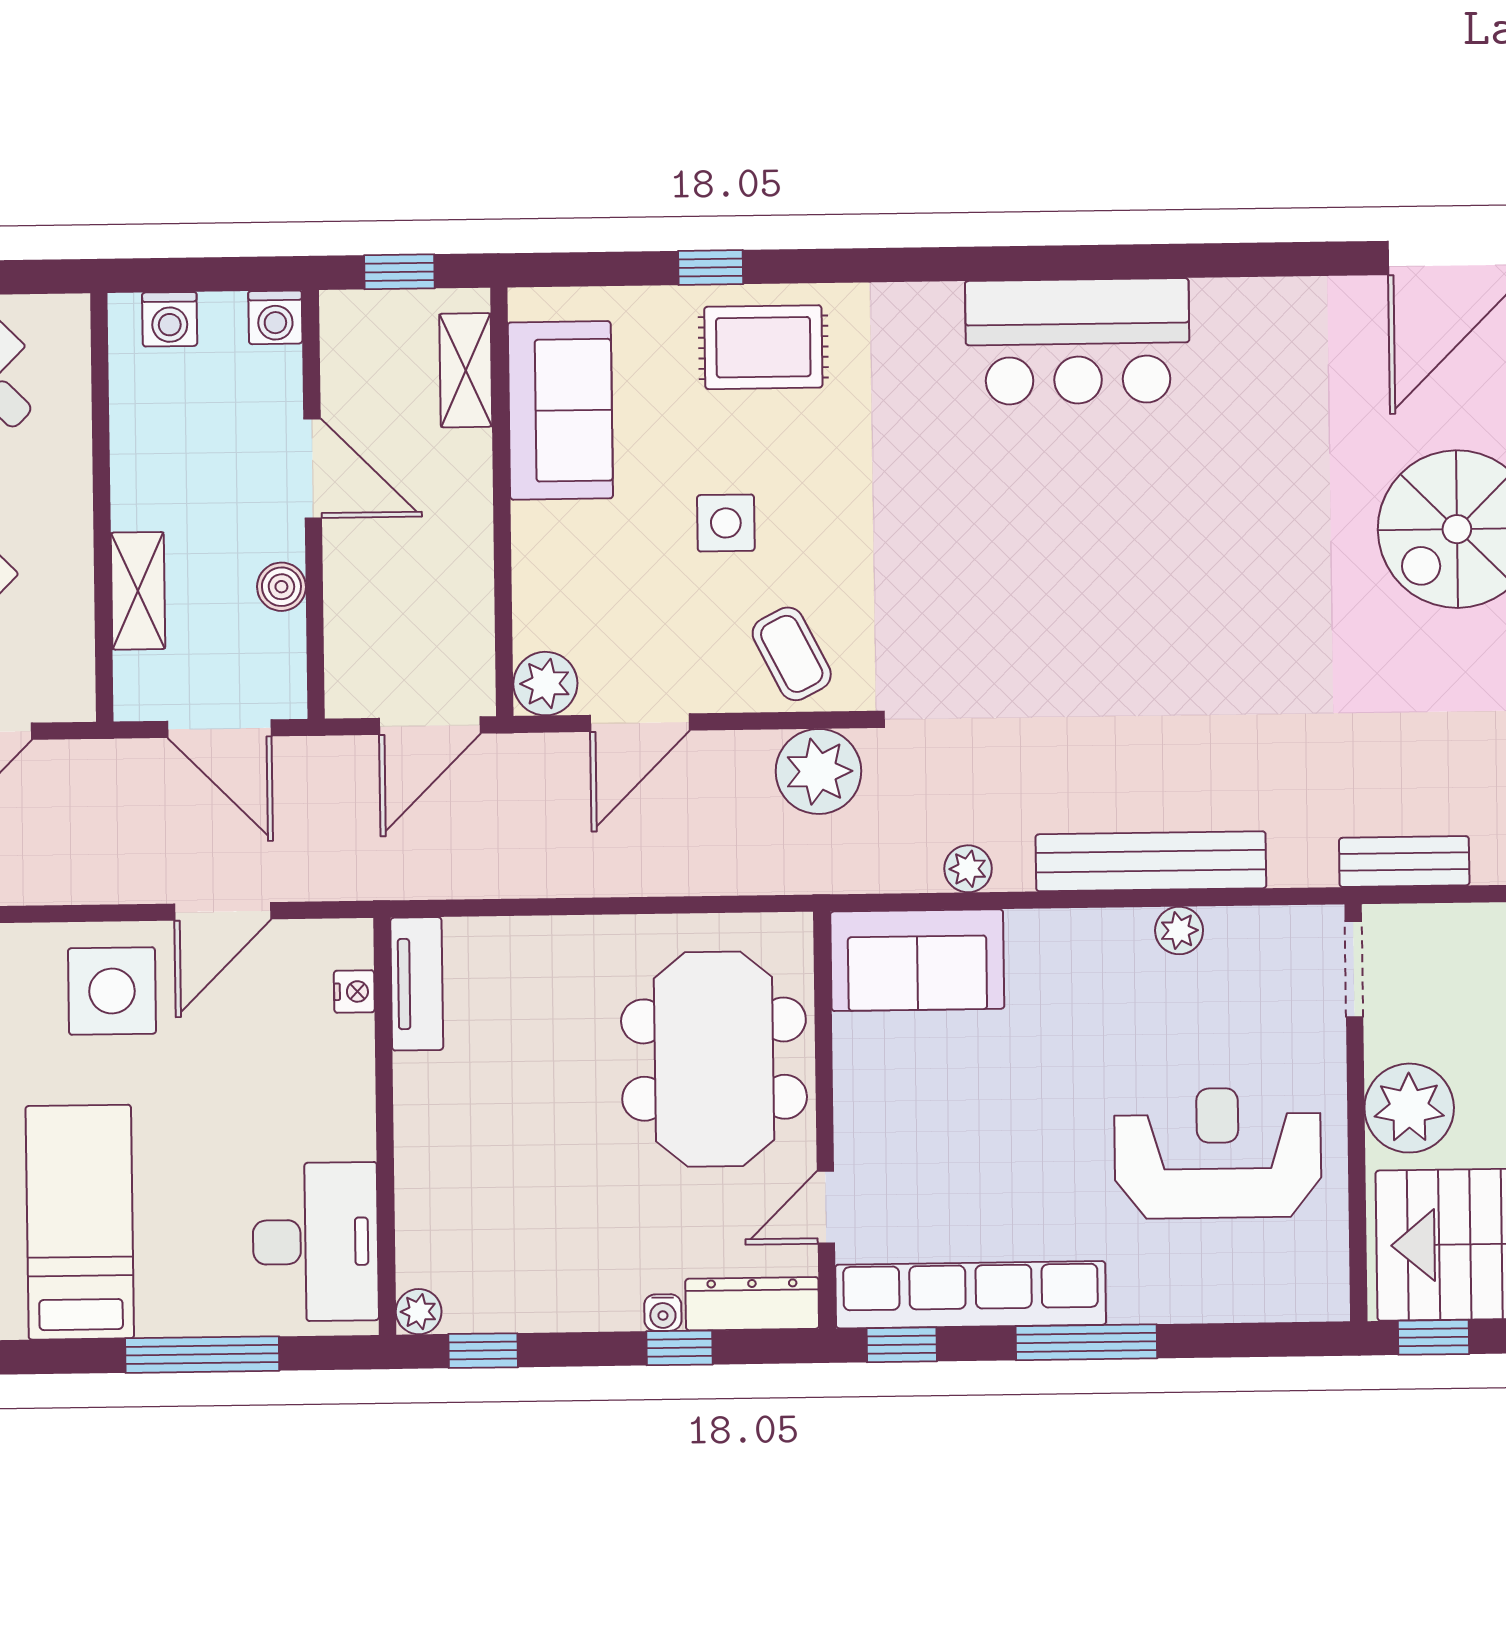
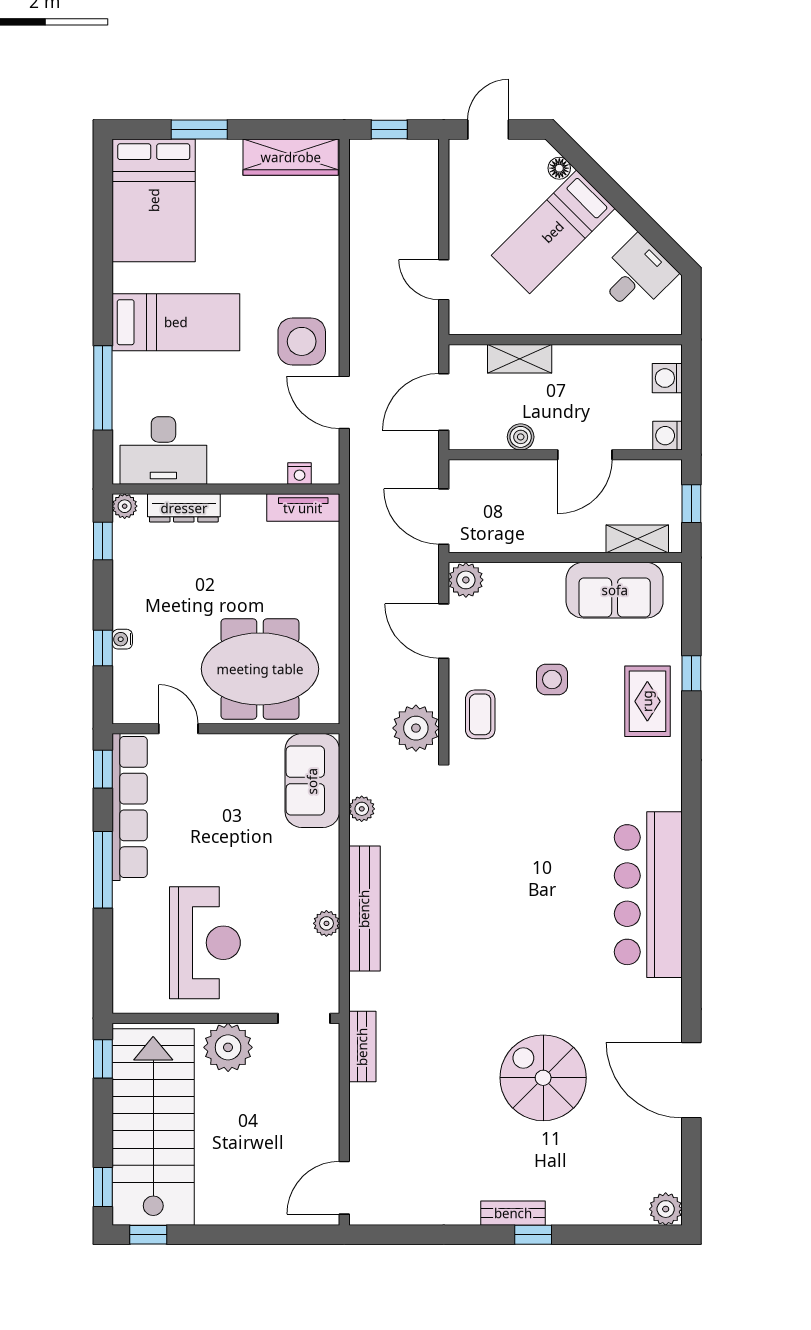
bar counter: (1078, 342) -> (648, 895), width x1.36
coffee table: (792, 654) -> (480, 714), turned -63
dresser: (752, 1304) -> (184, 508), moved, turned 90

